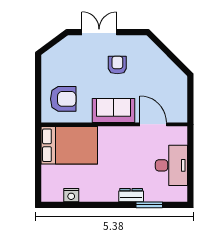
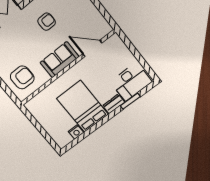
armchair: (117, 65) -> (47, 22), moved, turned 90
bed: (69, 145) -> (82, 106), moved, turned -90
desk: (171, 165) -> (131, 82), moved, turned 90

